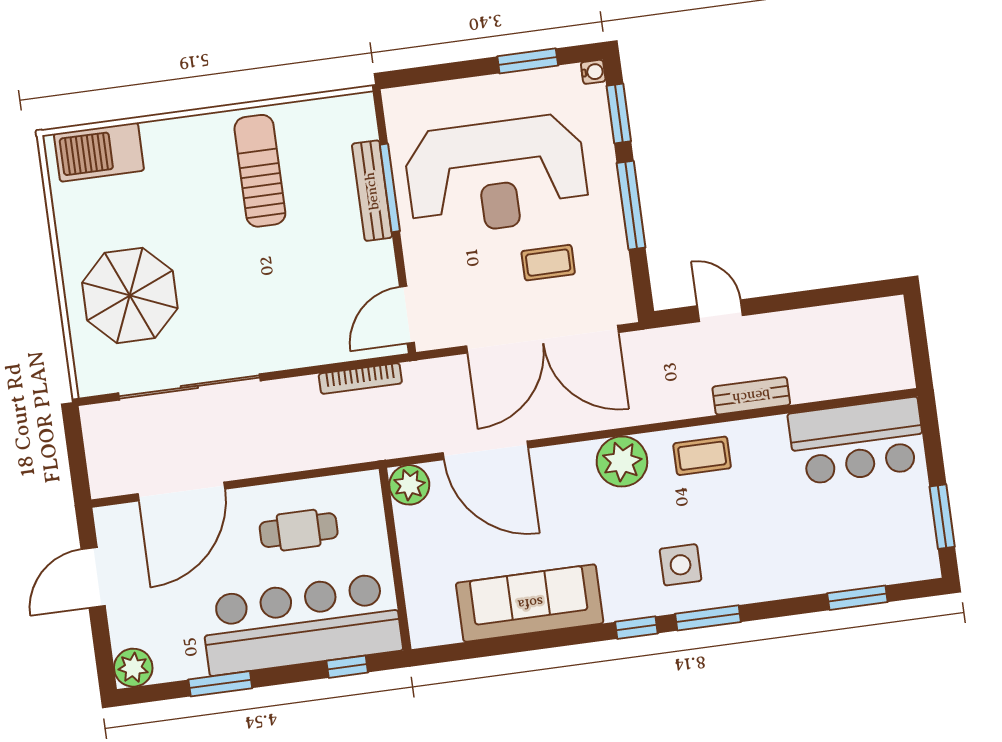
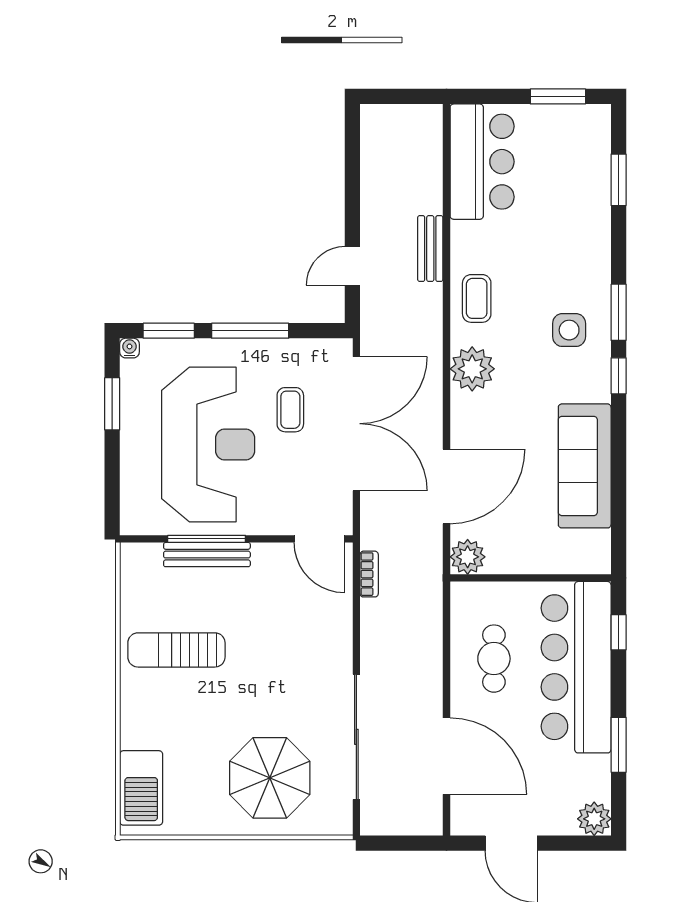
bookcase: (360, 378) -> (369, 574), width x0.64

